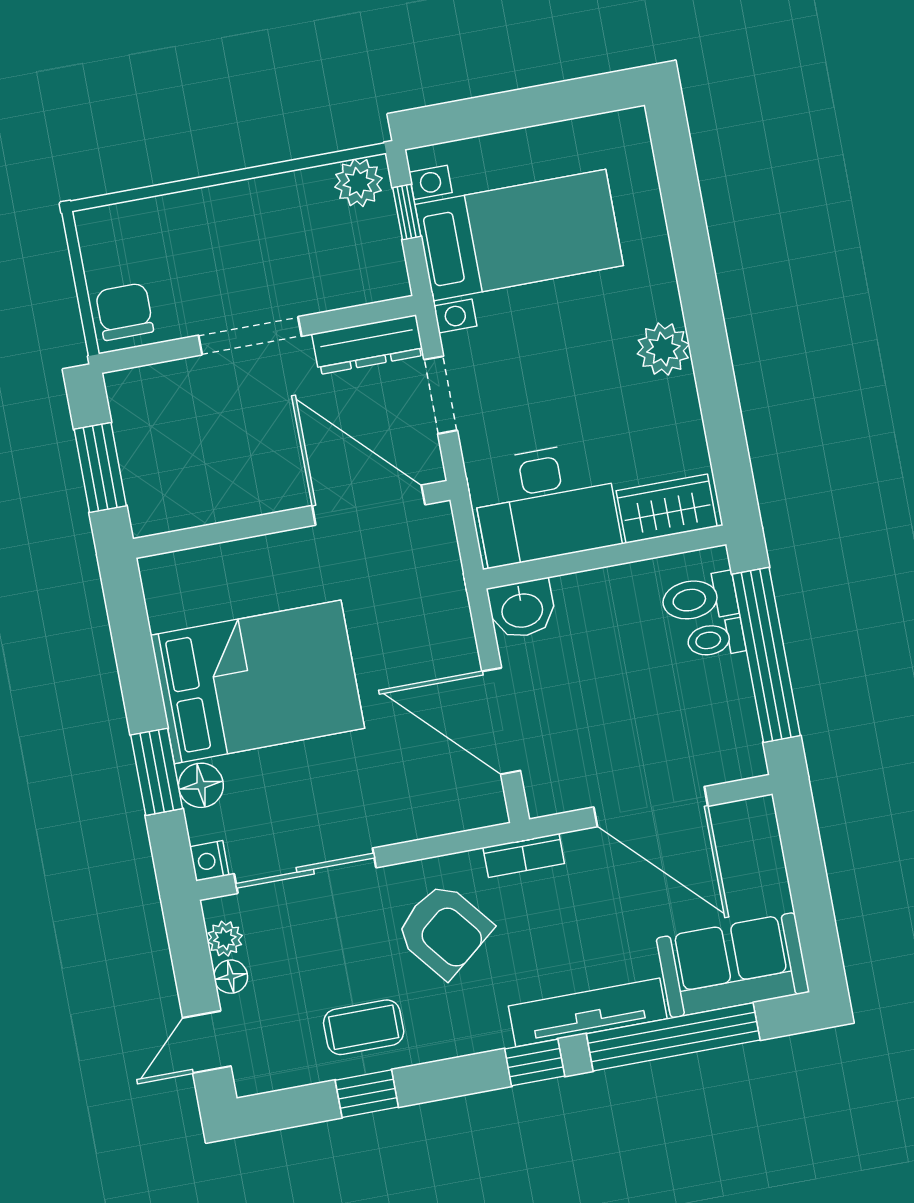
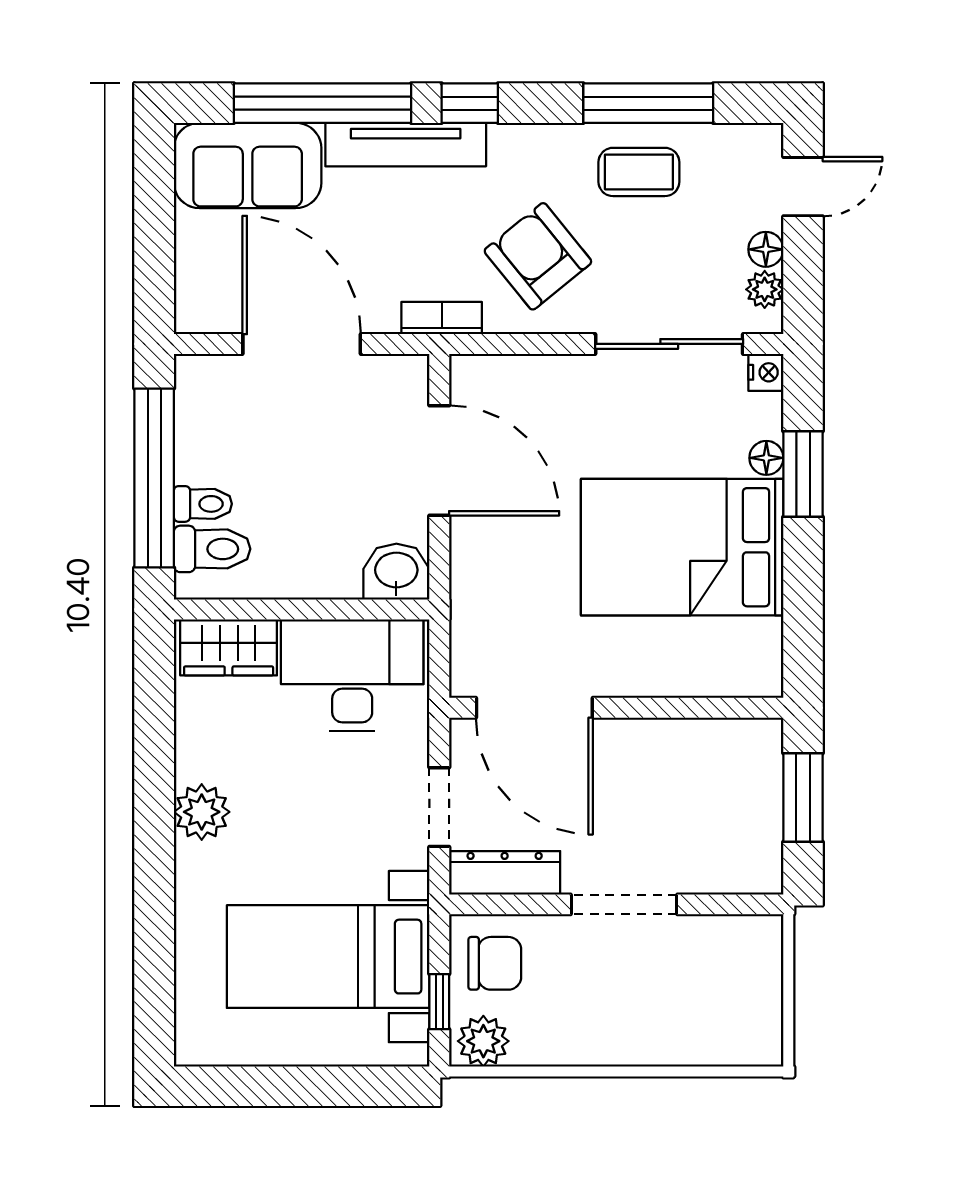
chair: (125, 312) -> (495, 963), moved, turned -90
floor lamp: (201, 785) -> (766, 458), width x0.73, depth x0.73
window: (367, 1094) -> (648, 103), width x2.17

